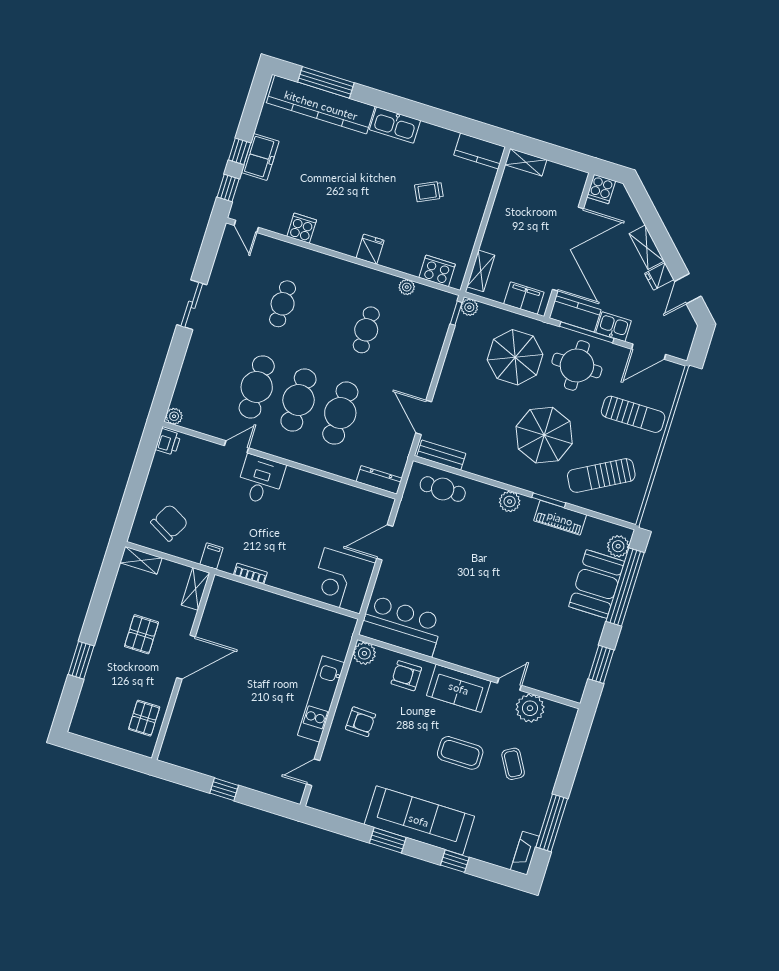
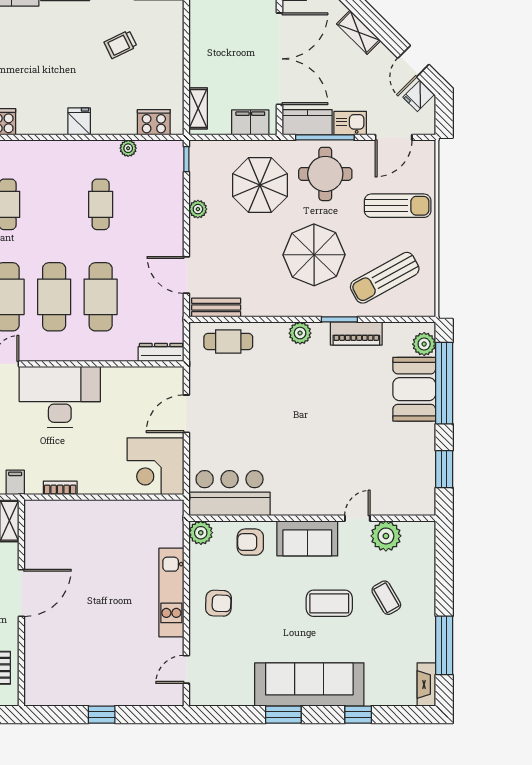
fridge: (659, 276) -> (419, 96), moved
plant: (469, 307) -> (198, 209), moved
desk: (261, 480) -> (60, 397), width x1.87, depth x1.30

